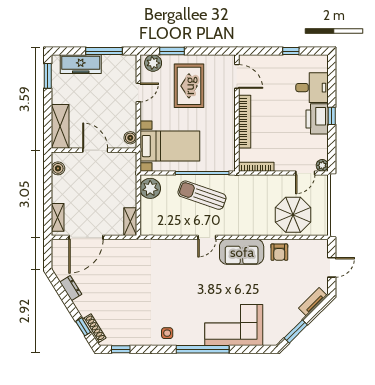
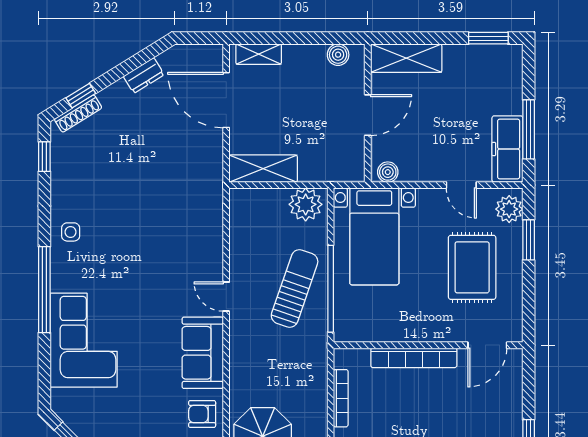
freezer: (81, 64) -> (507, 149), moved
rug: (189, 86) -> (472, 267), turned 90
bookcase: (256, 167) -> (341, 398), moved
shelving: (130, 222) -> (263, 169), width x1.50, depth x1.33

